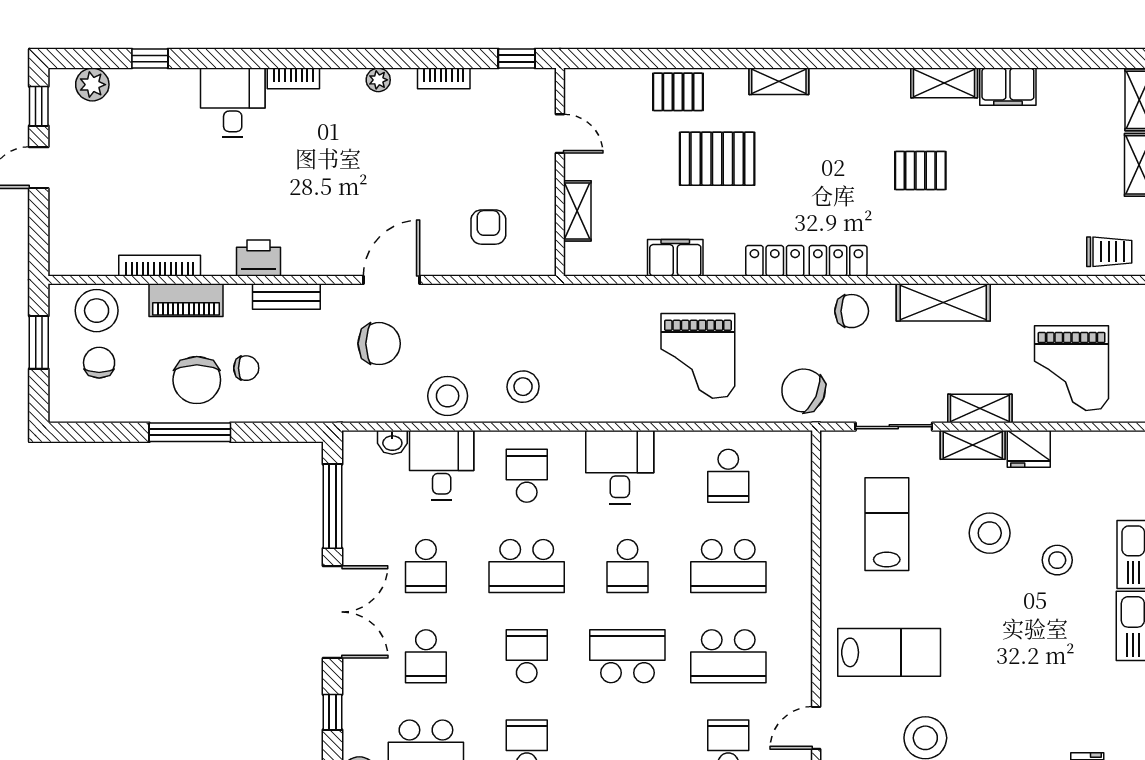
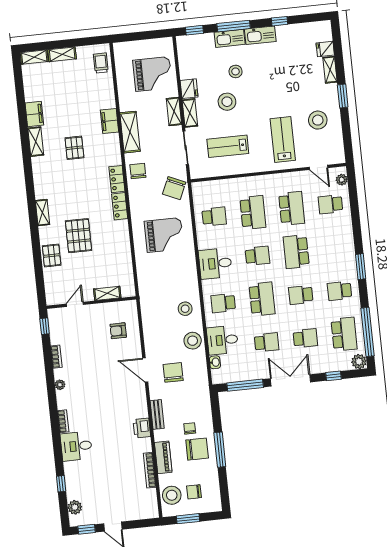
filing cabinet: (675, 258) -> (109, 121), moved

